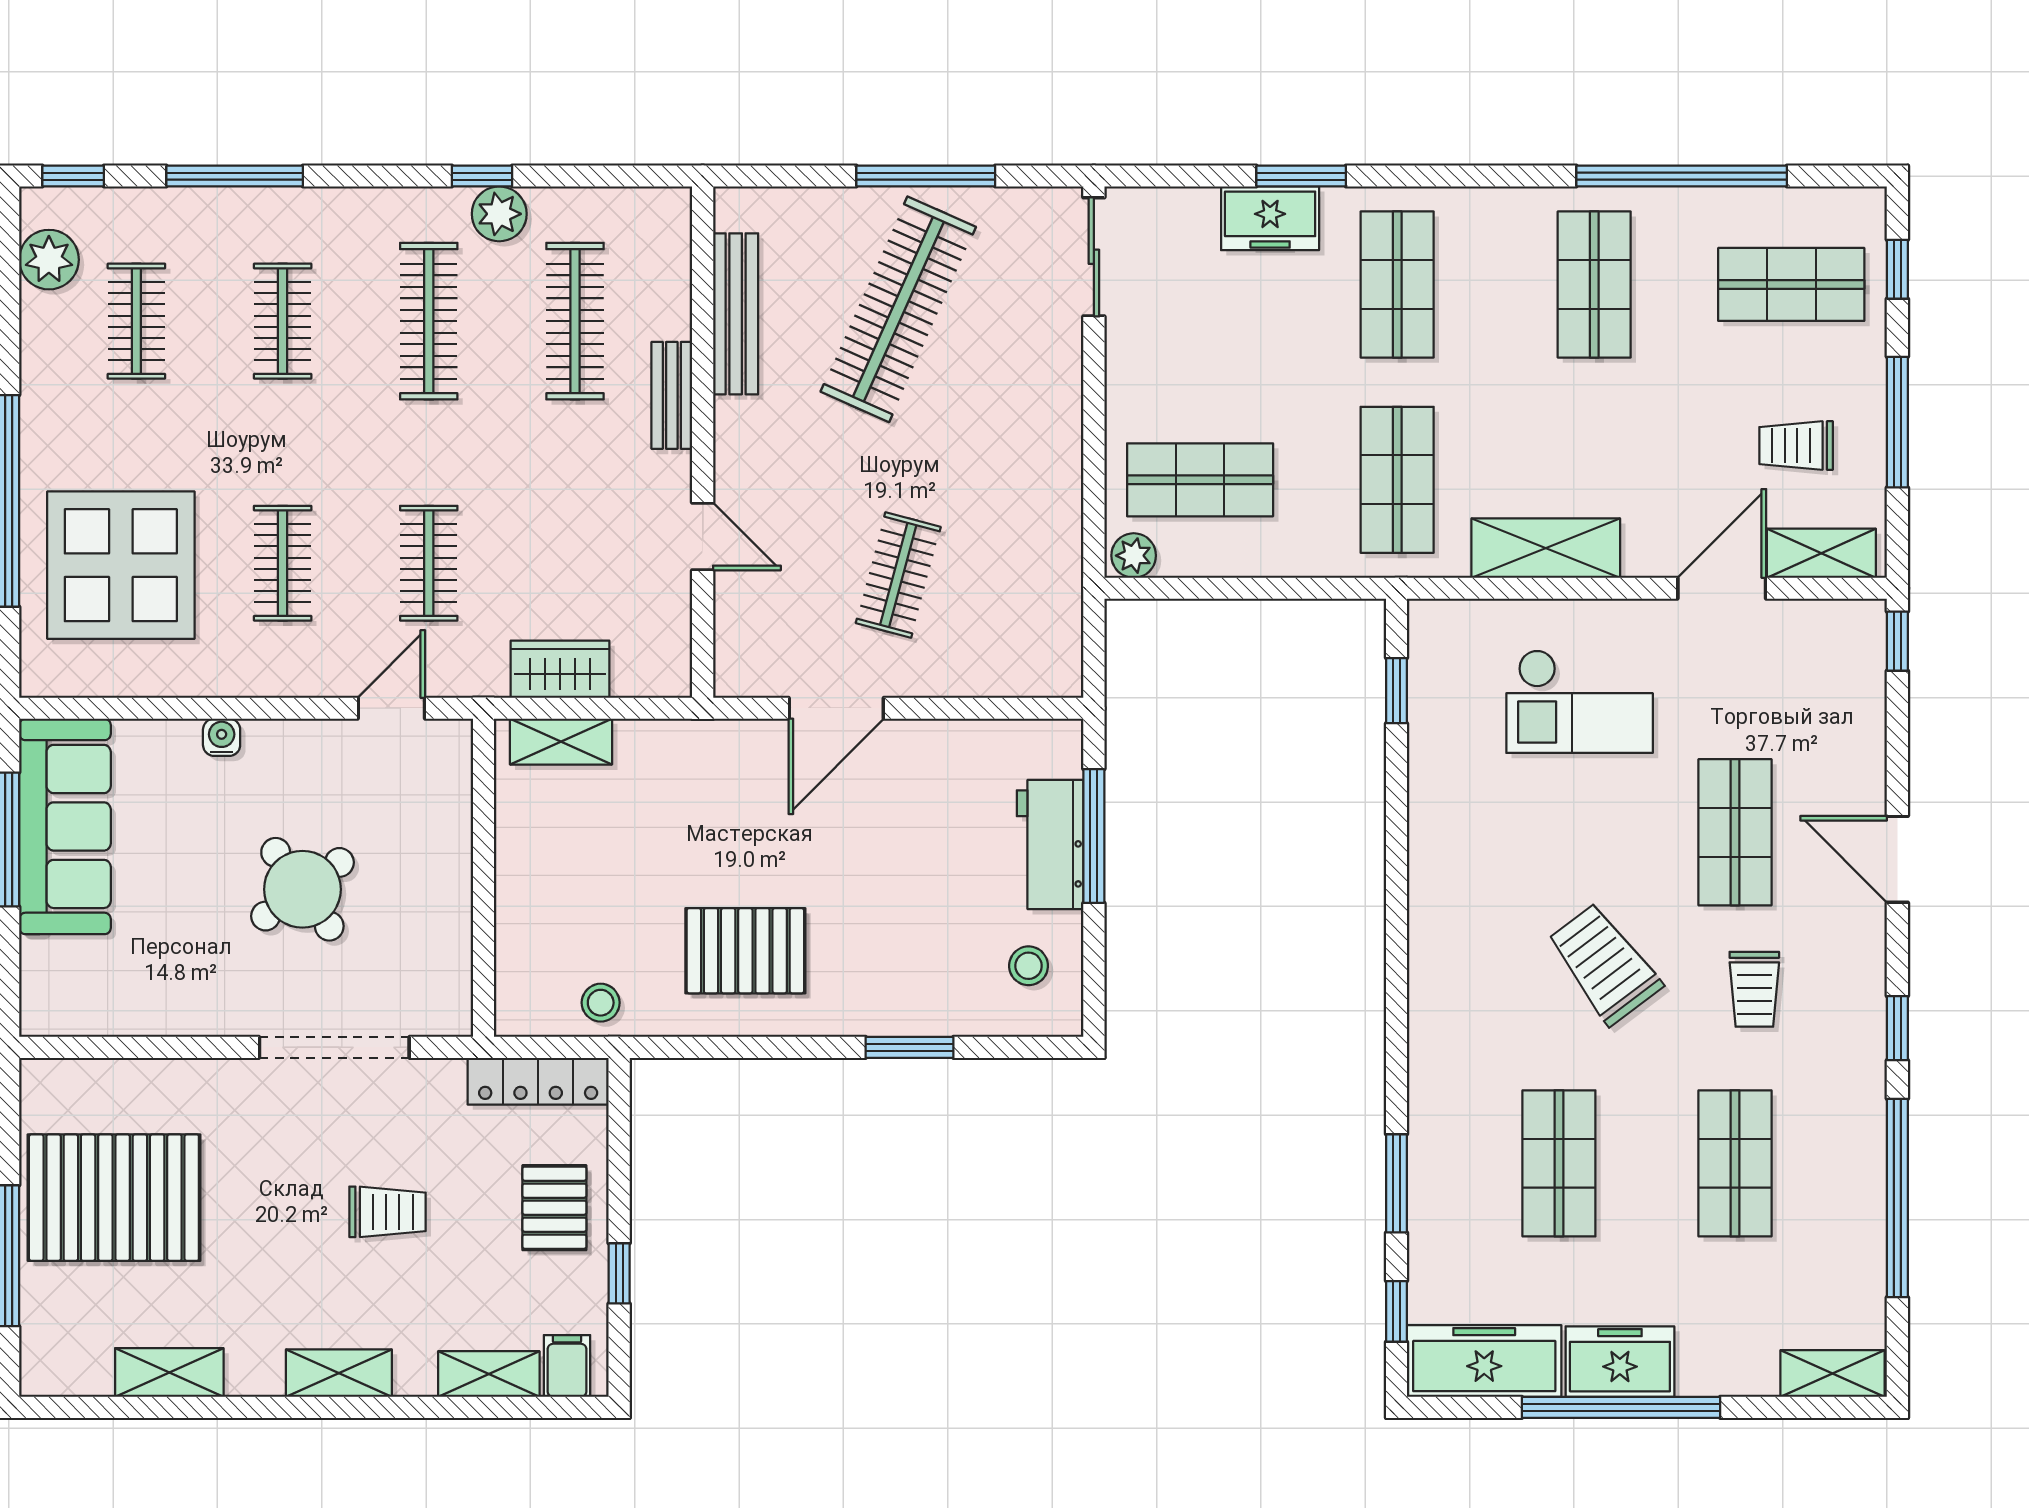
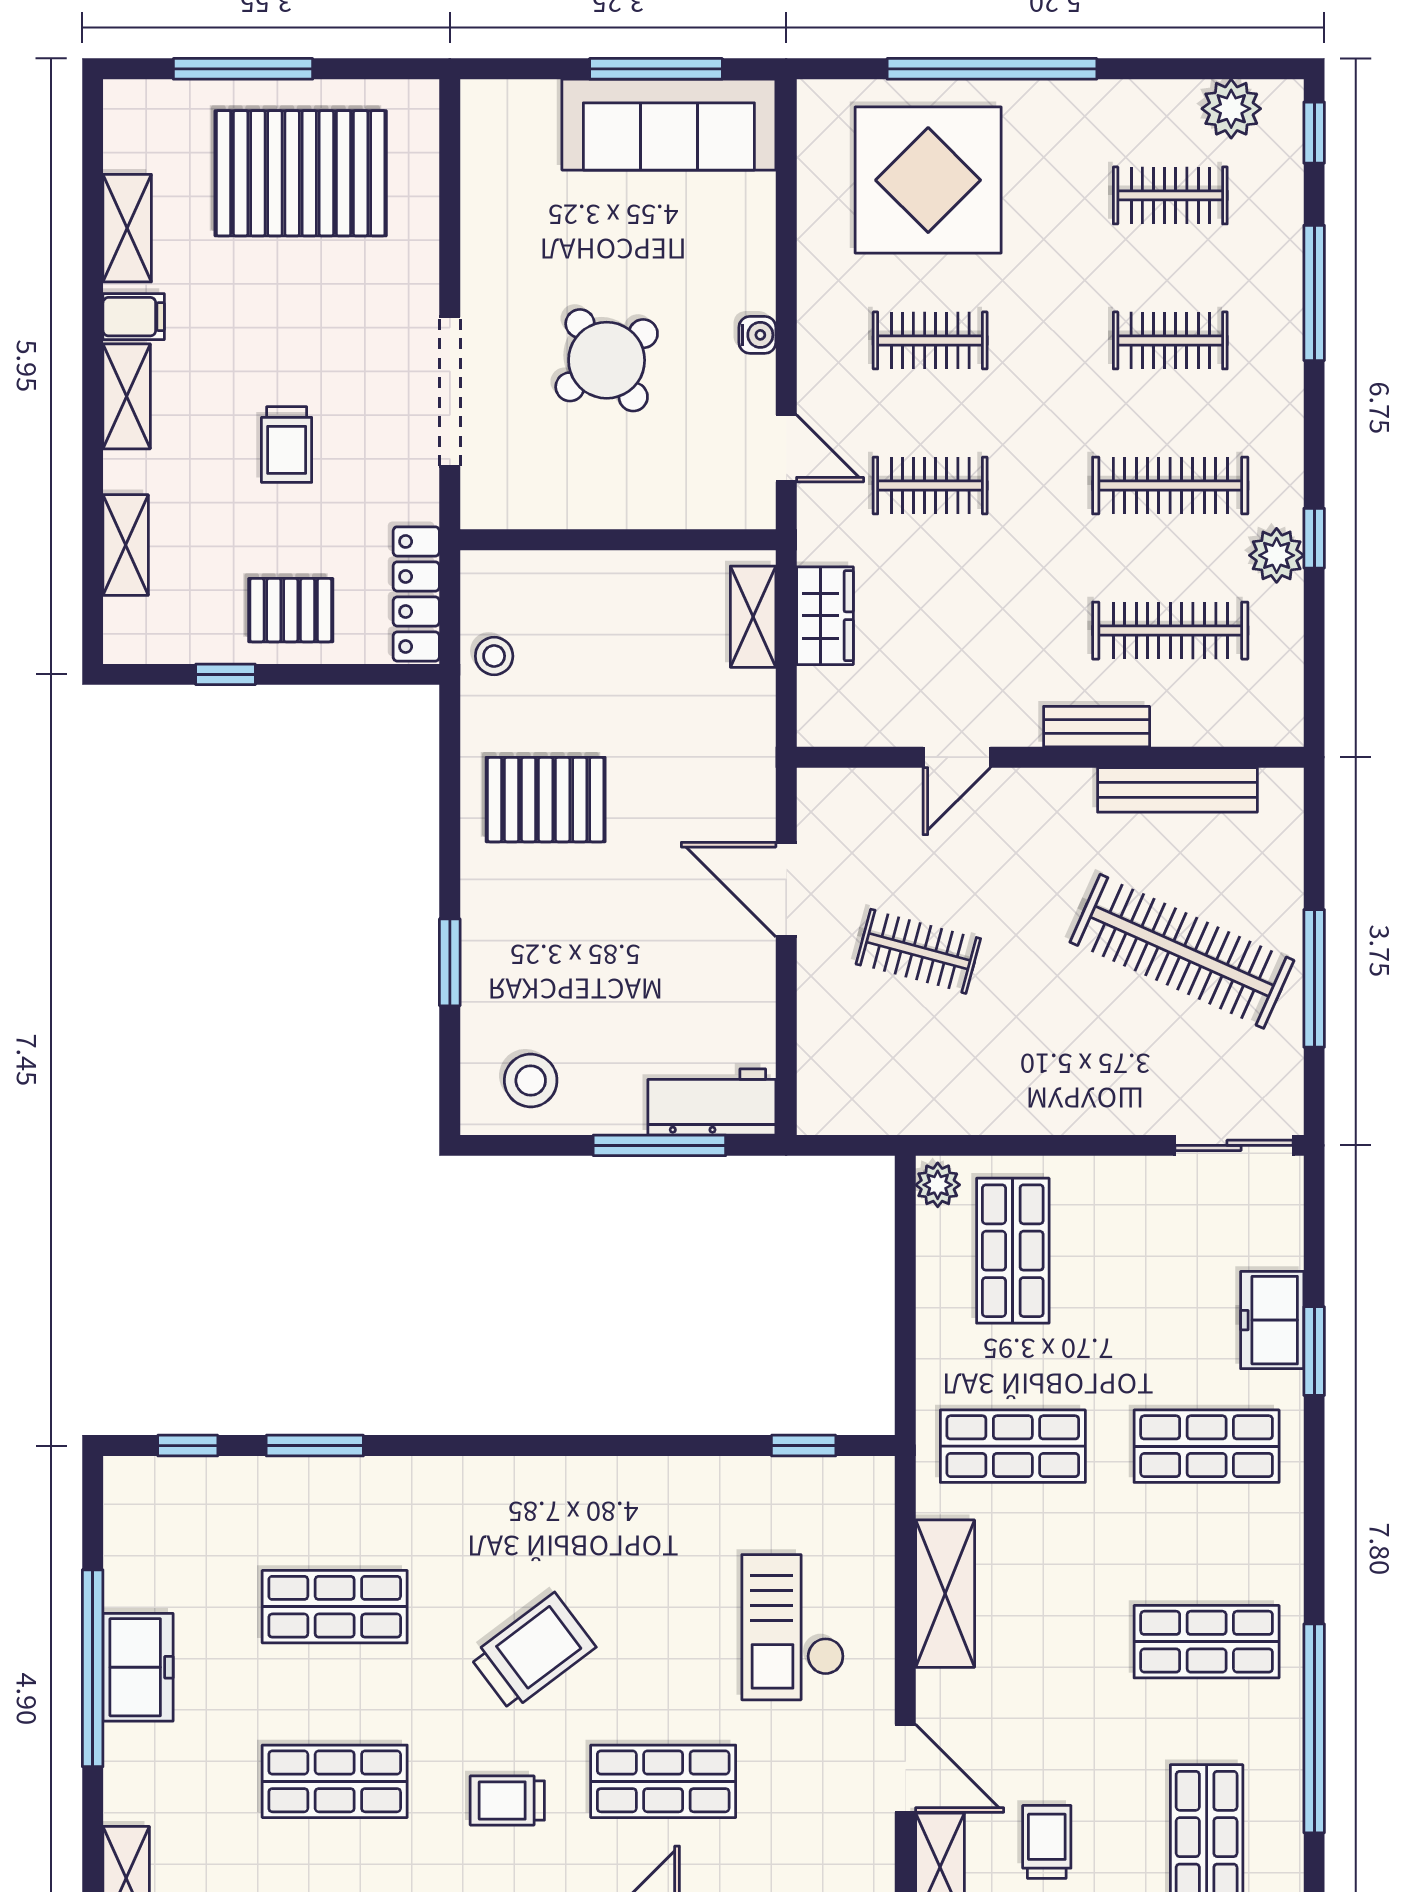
water cooler: (222, 737) -> (757, 335), moved
workbench: (1050, 845) -> (712, 1102), moved
pallet: (745, 951) -> (546, 800), turned 90
stool: (1029, 966) -> (531, 1081), width x1.37, depth x1.37
pallet: (114, 1198) -> (301, 173), turned 90
freezer: (1484, 1361) -> (139, 1533), removed
filing cabinet: (567, 1366) -> (134, 317), moved

